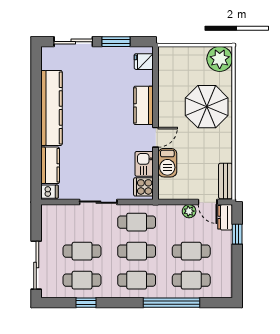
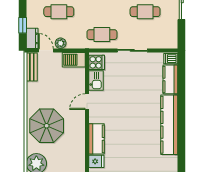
kitchen counter: (144, 105) -> (97, 139), moved
barbecue: (167, 163) -> (74, 60), moved, turned -90
cafe table: (137, 251) -> (102, 12), removed

